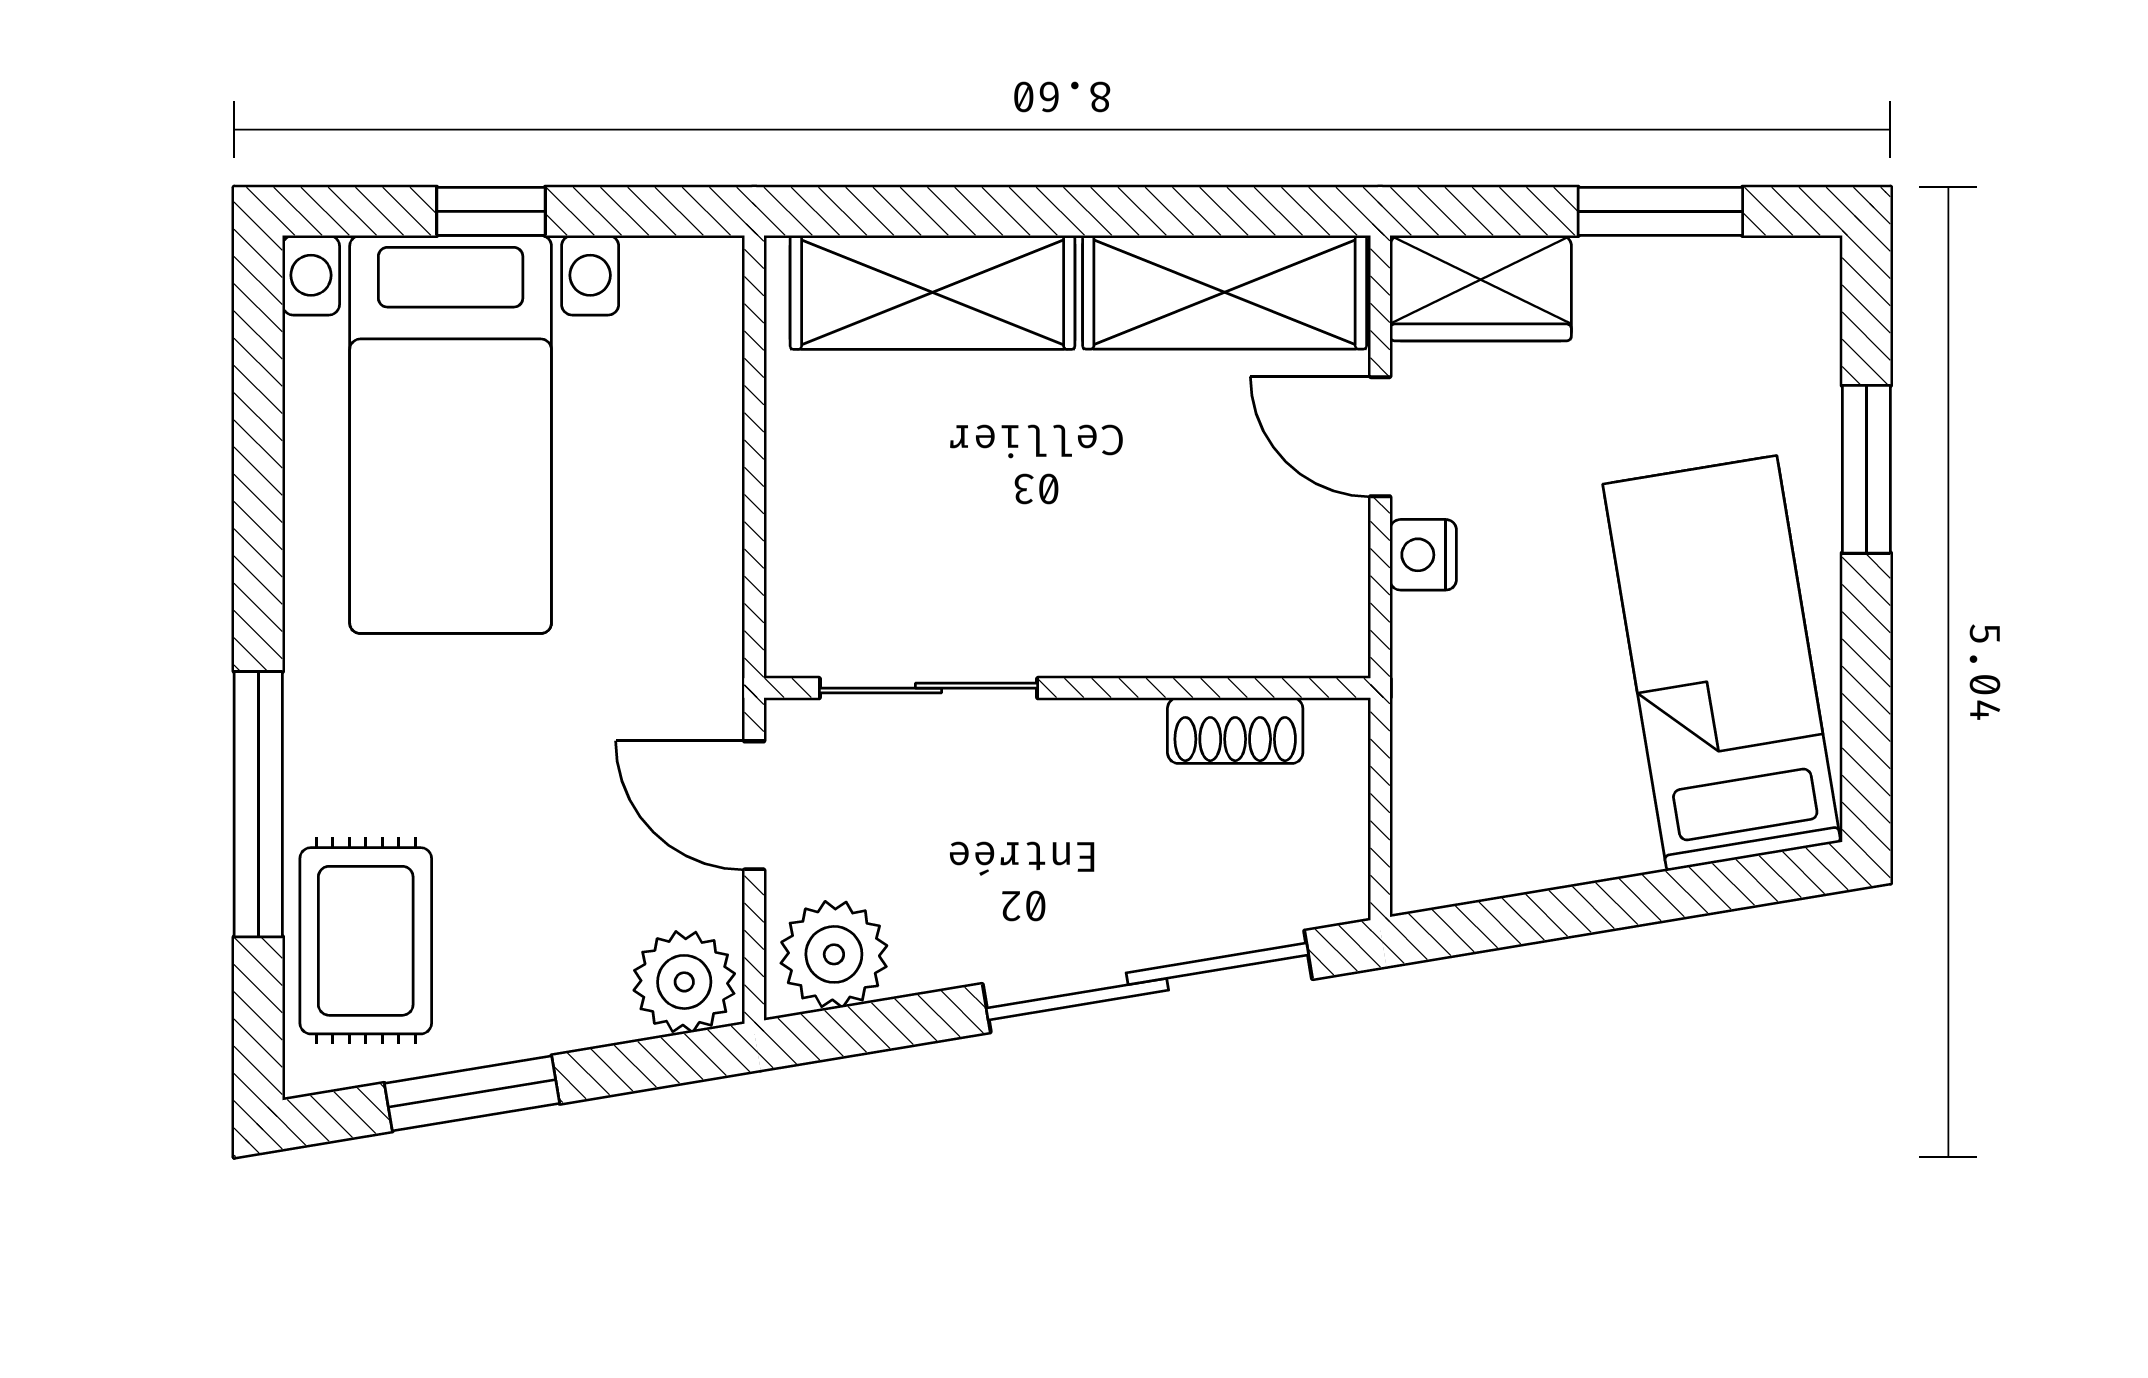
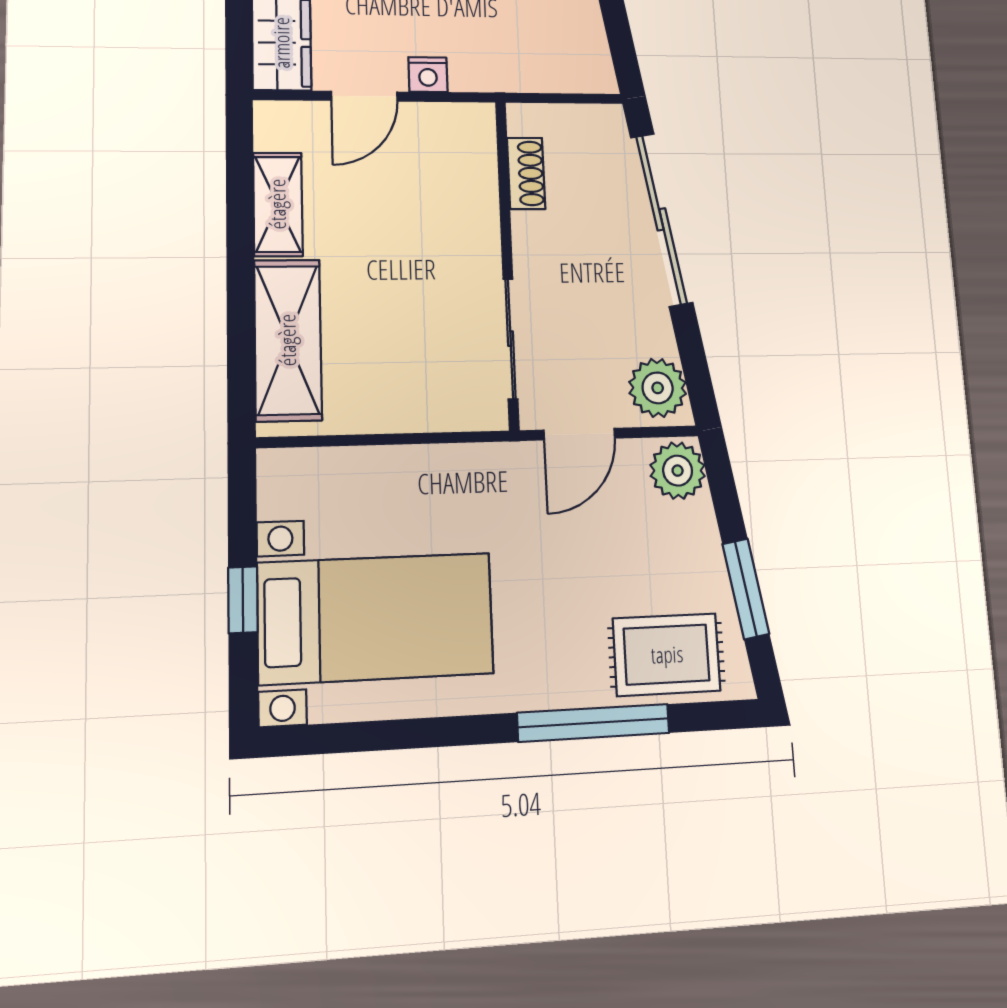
shelving: (1225, 292) -> (278, 204), width x0.67, depth x0.75

